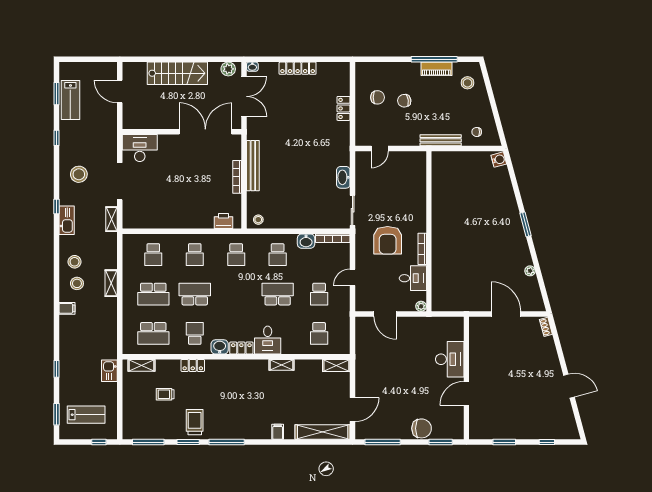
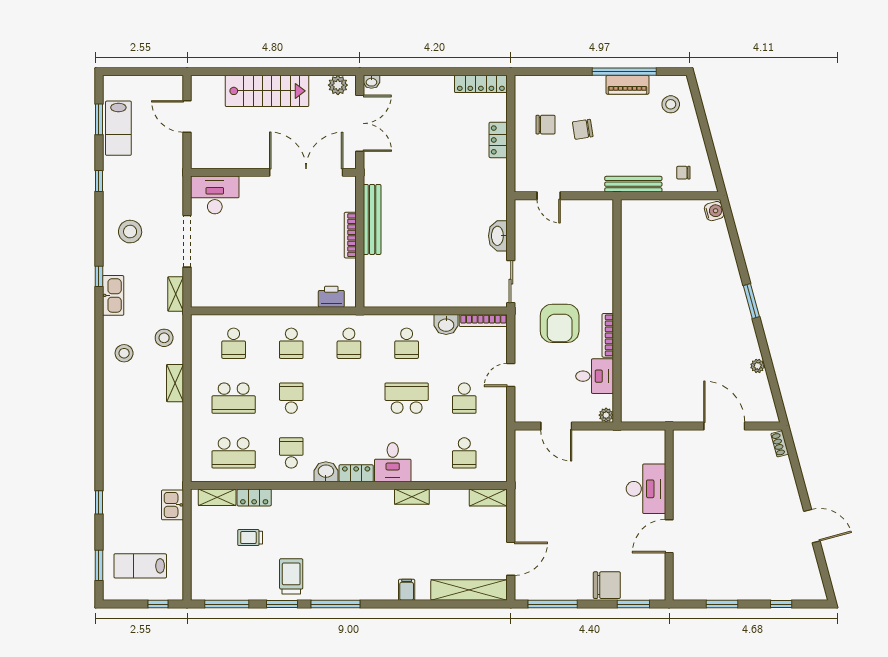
locker: (298, 68) -> (481, 84), moved
door: (380, 149) -> (549, 196), hinge flipped
stool: (258, 220) -> (380, 295), removed
stool: (77, 283) -> (164, 338), moved
school desk: (195, 294) -> (291, 398), width x0.54
filing cabinet: (67, 308) -> (113, 418), removed
locker: (193, 365) -> (254, 498), moved
lab bench: (86, 415) -> (140, 566), turned 180

